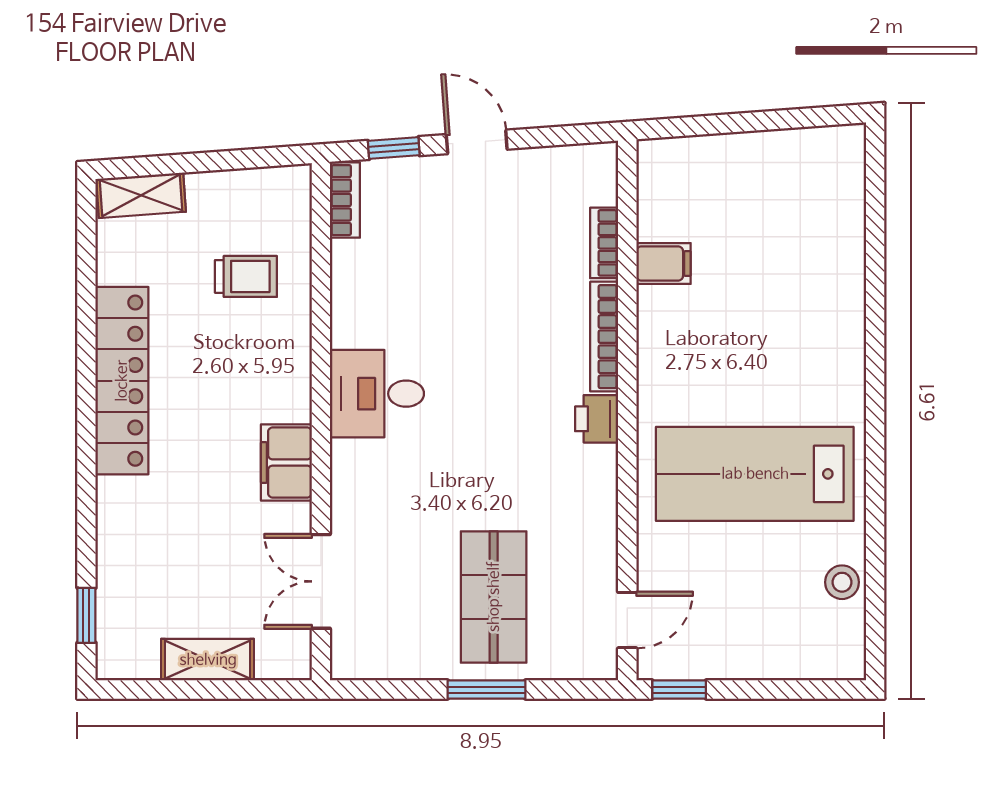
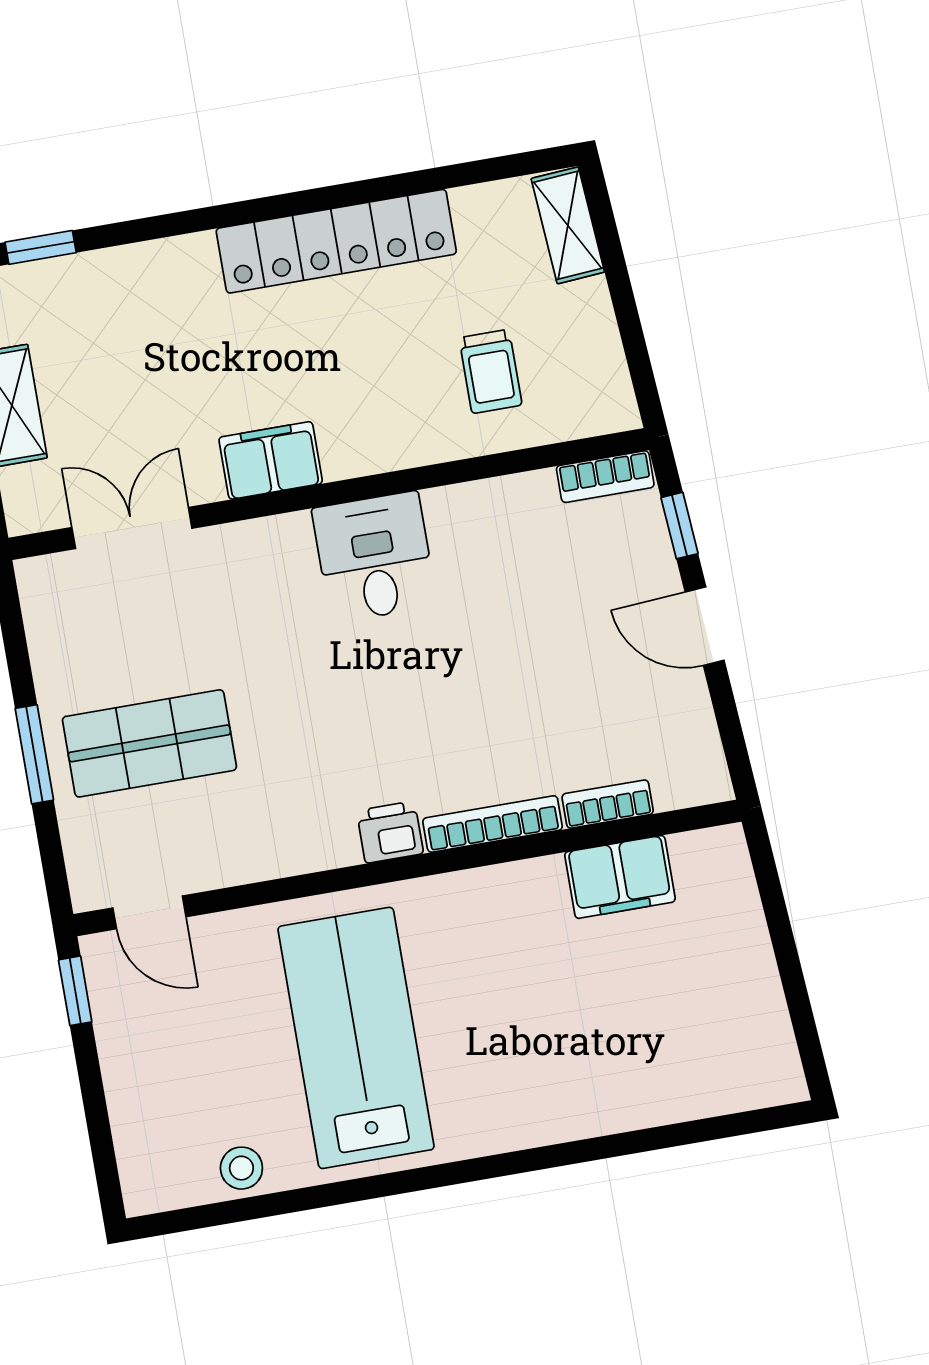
door: (477, 142) -> (705, 626), swing flipped
filing cabinet: (663, 264) -> (620, 877), width x2.00

